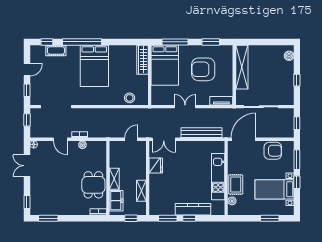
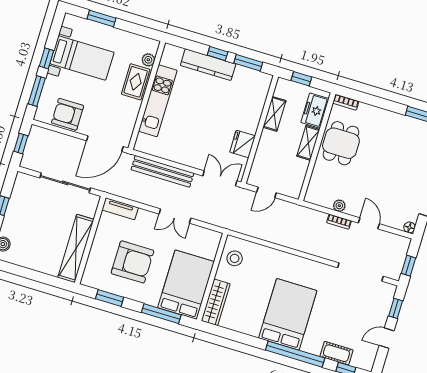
stool: (130, 98) -> (235, 258), moved

